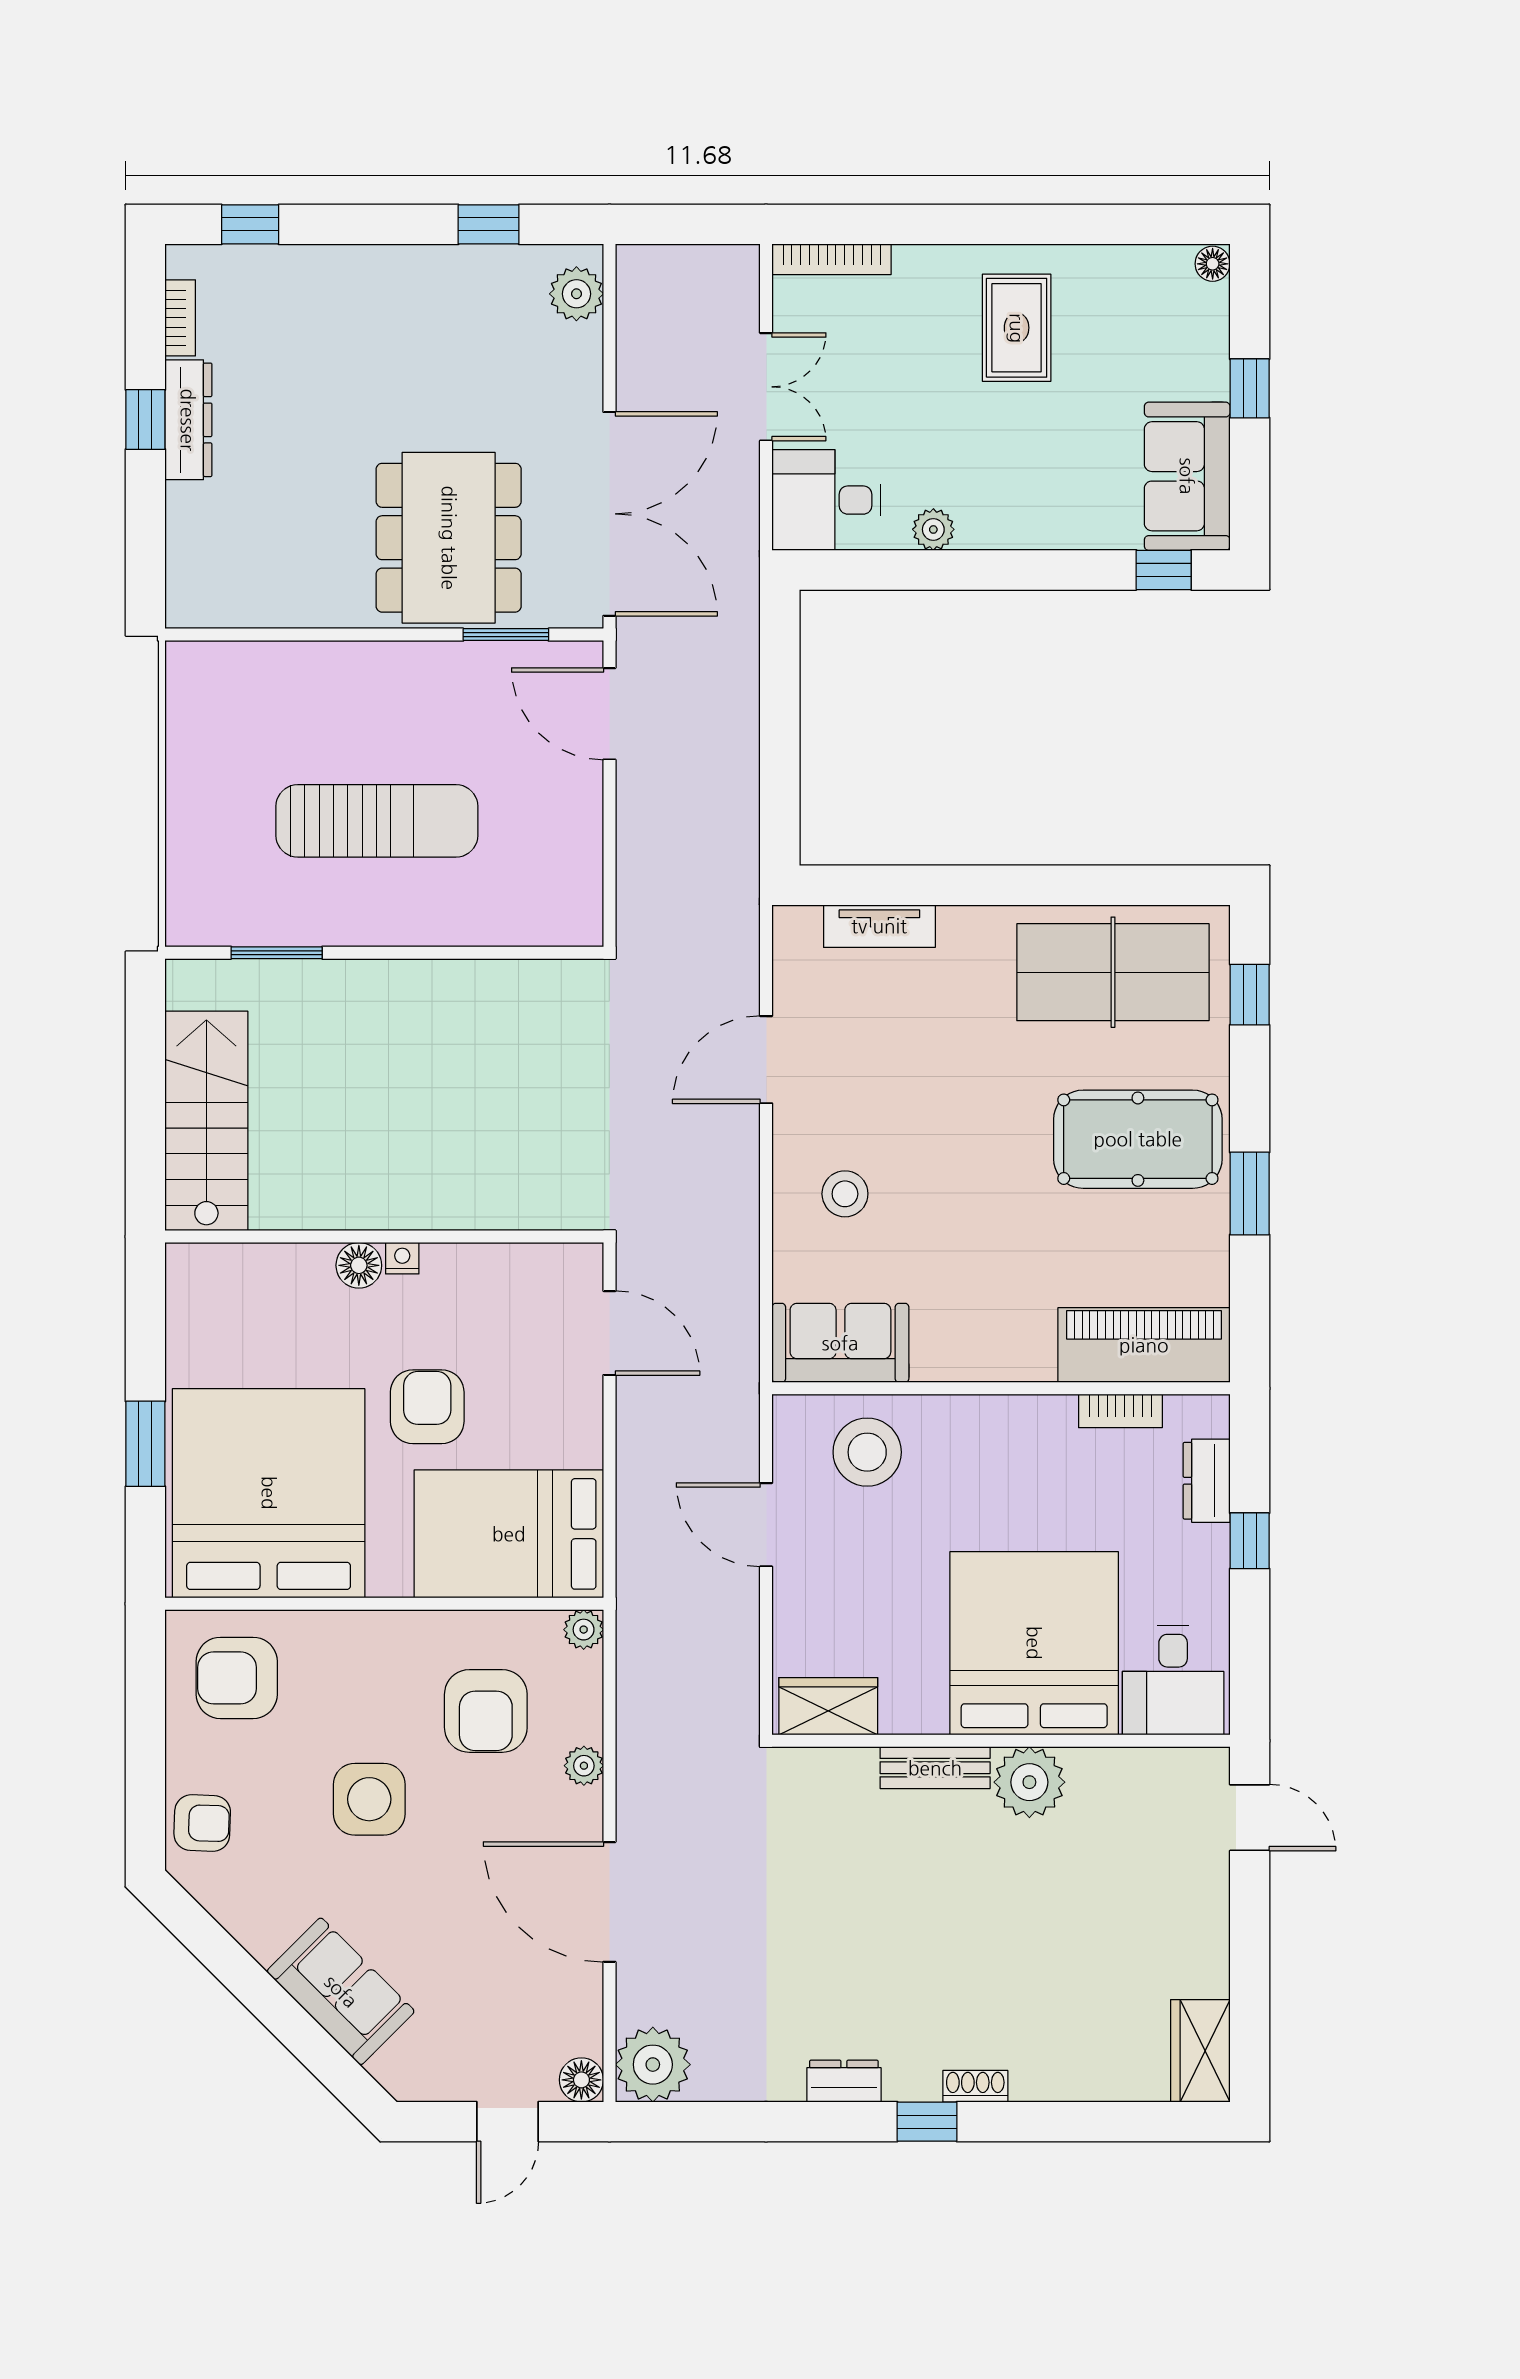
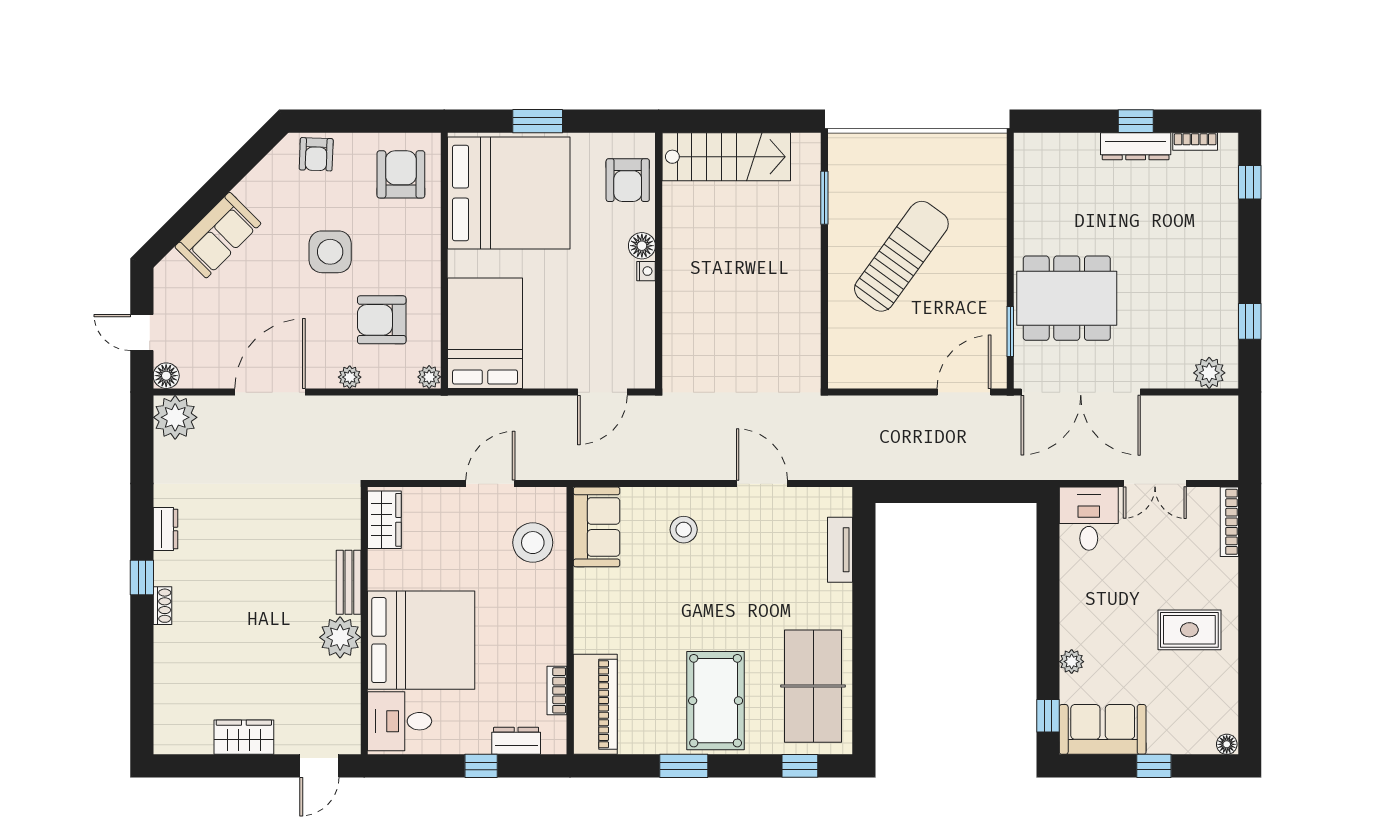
plant: (933, 529) -> (1072, 662), moved
sun lounger: (377, 821) -> (901, 256), turned -144
armchair: (427, 1407) -> (628, 180), moved, turned 90
wardrobe: (1200, 2051) -> (244, 737), moved

